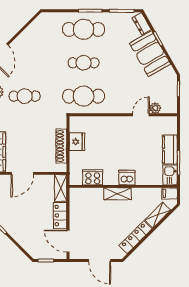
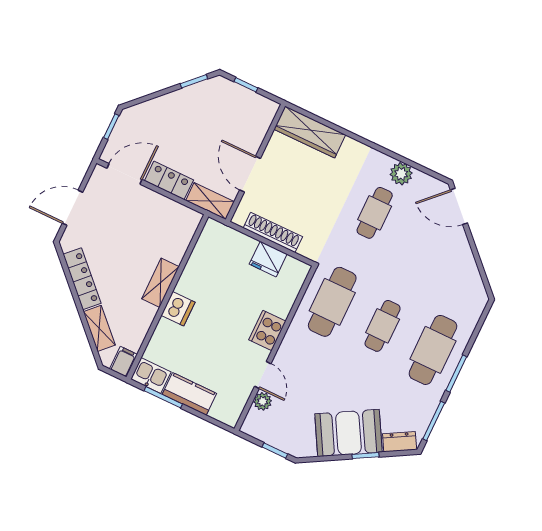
door: (22, 173) -> (250, 174), moved
cooker: (93, 177) -> (267, 331), moved, turned 180

